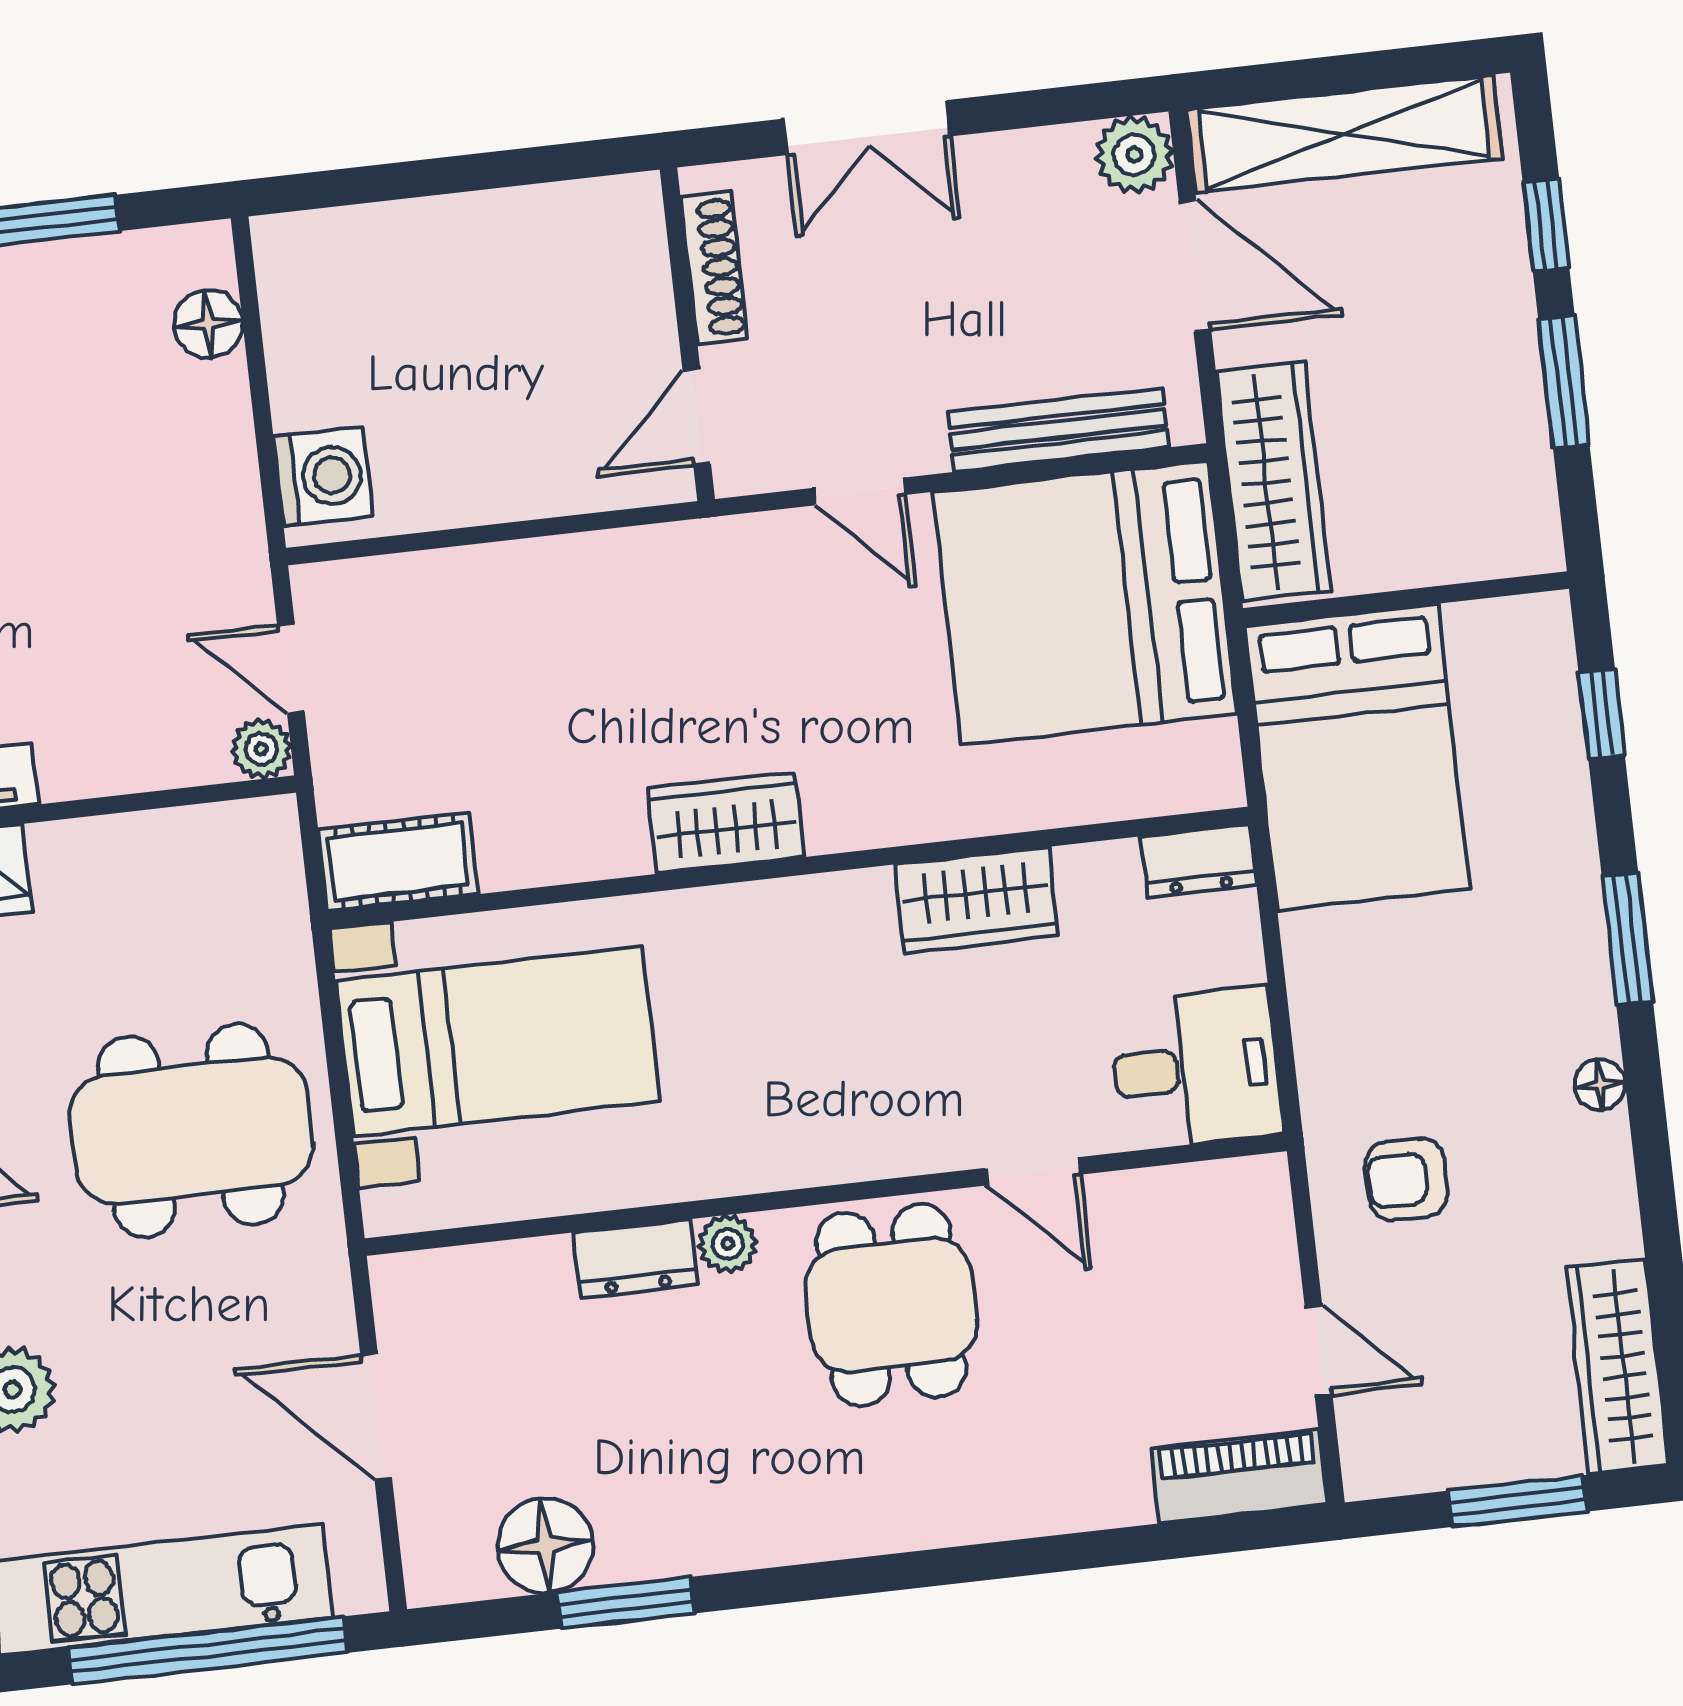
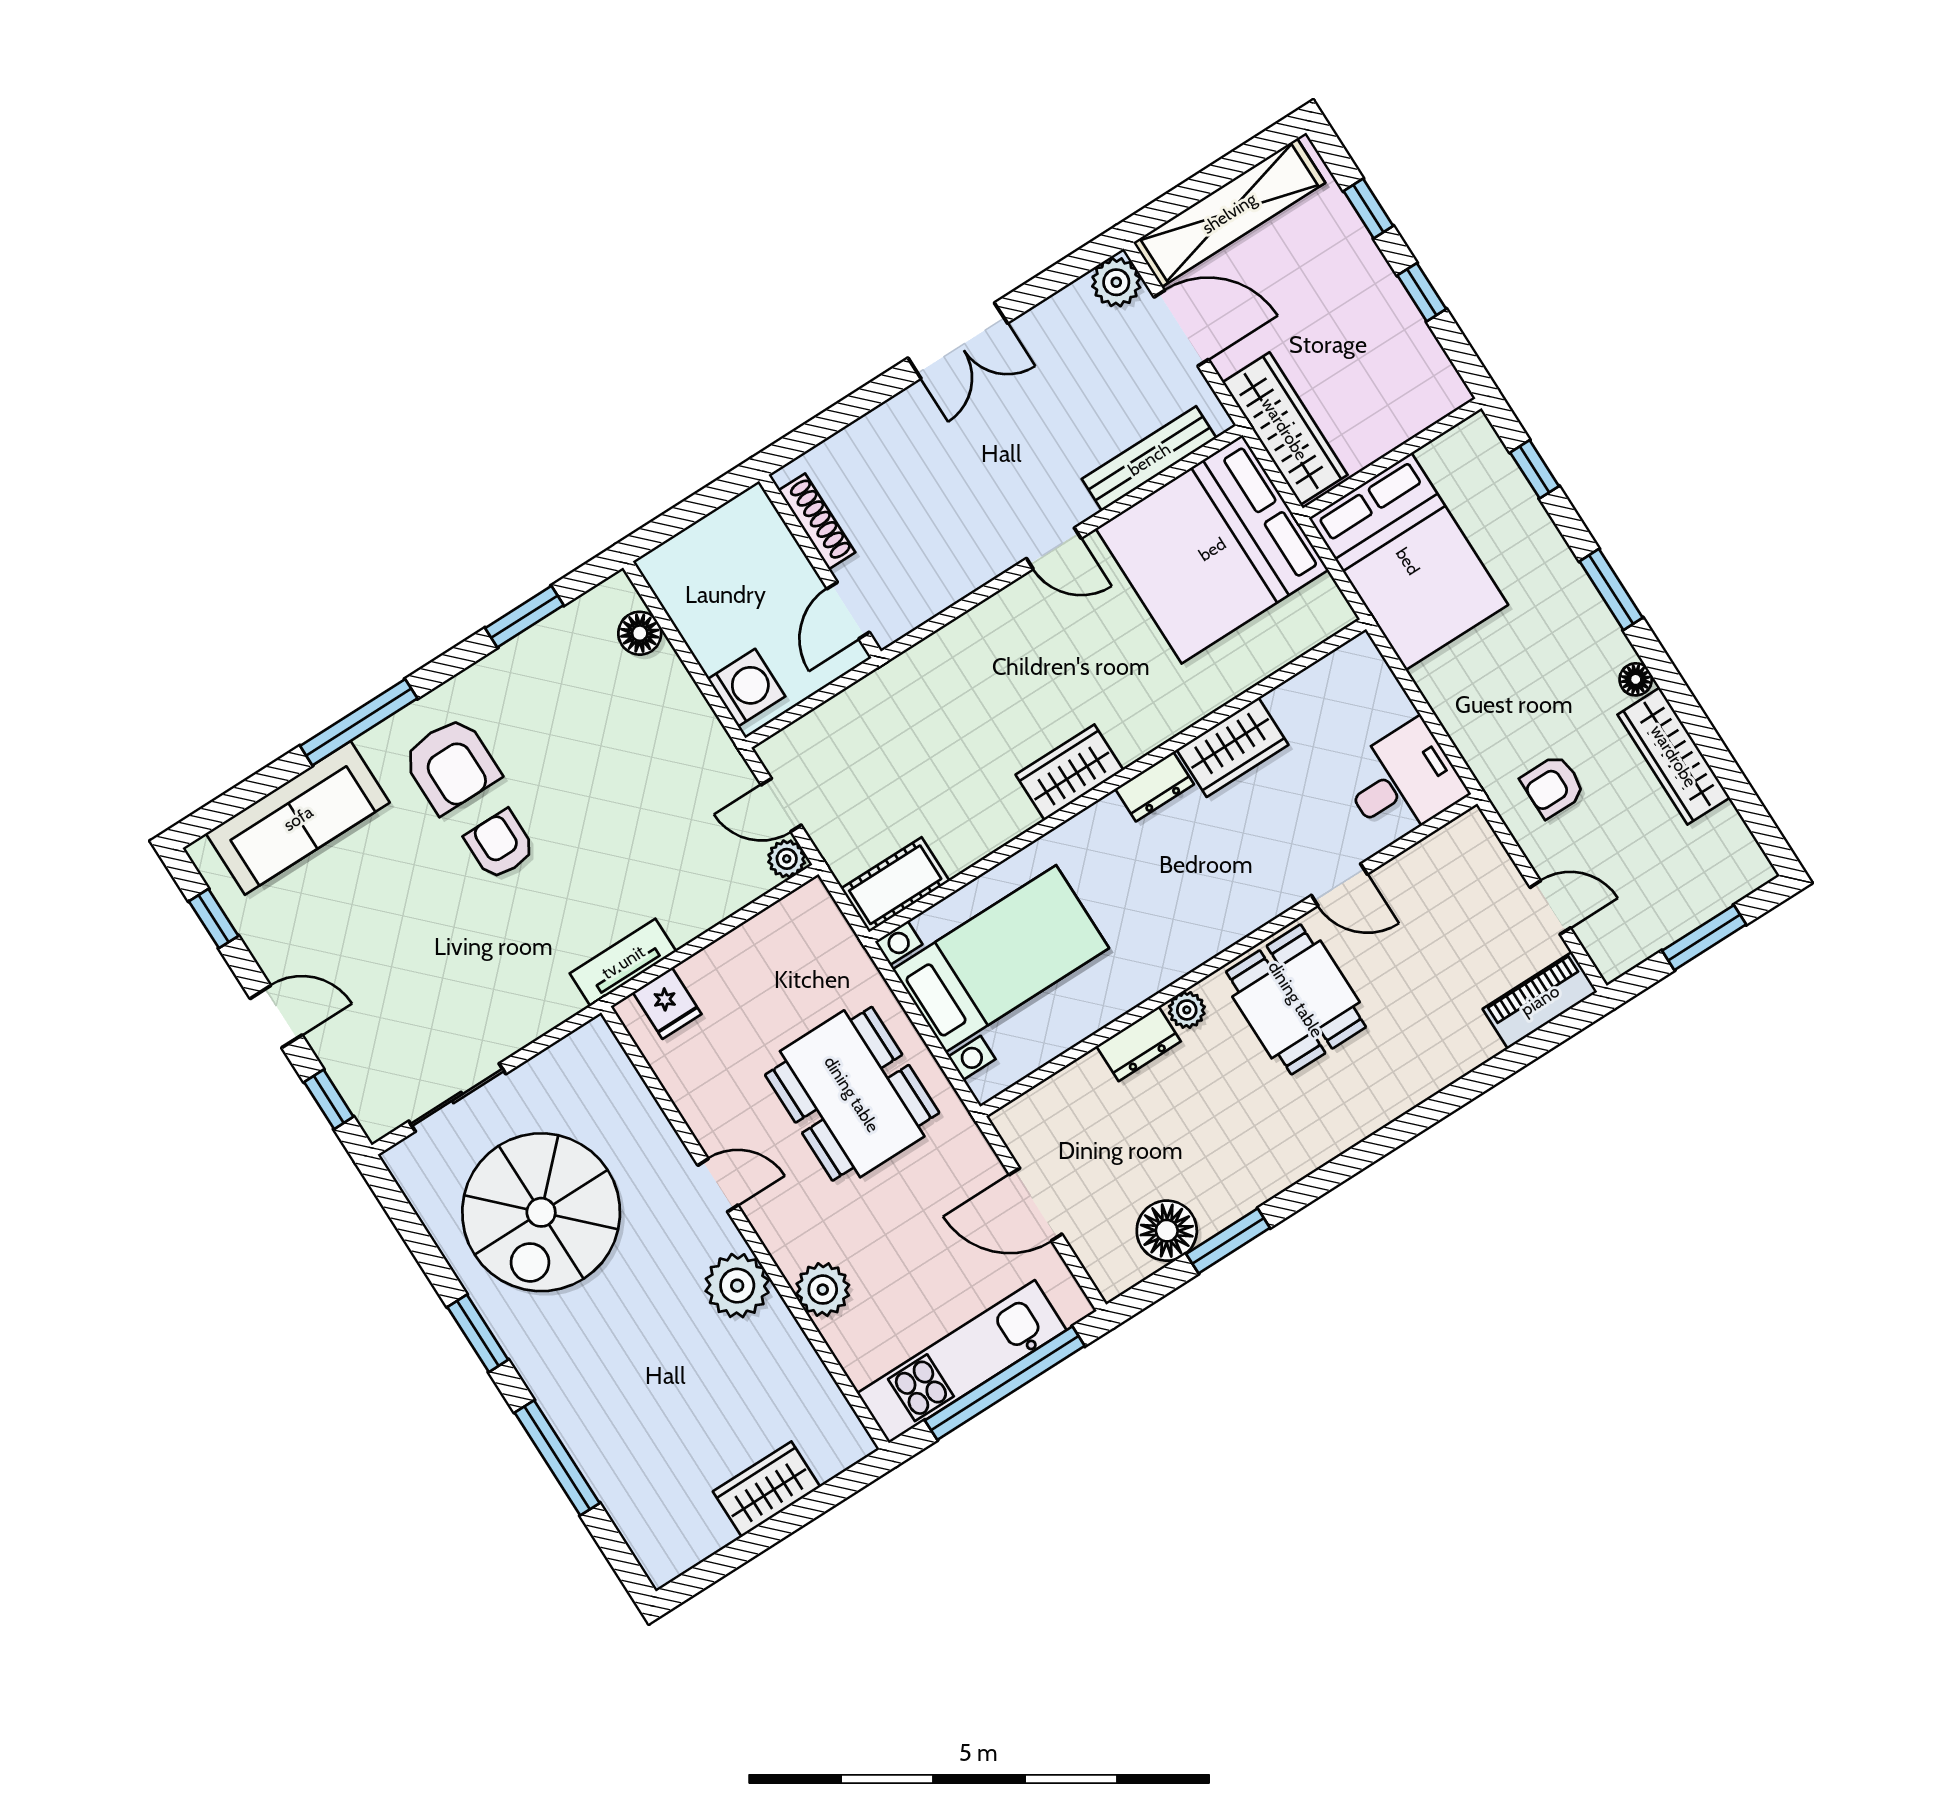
shoe rack: (714, 268) -> (817, 521), moved
wall: (687, 334) -> (820, 566), moved
window: (1564, 382) -> (1422, 292), width x0.67
door: (697, 417) -> (848, 610), moved
dresser: (1199, 861) -> (1155, 787), moved
dining table: (191, 1130) -> (852, 1094), turned 90
wardrobe: (1617, 1367) -> (1674, 756), moved

